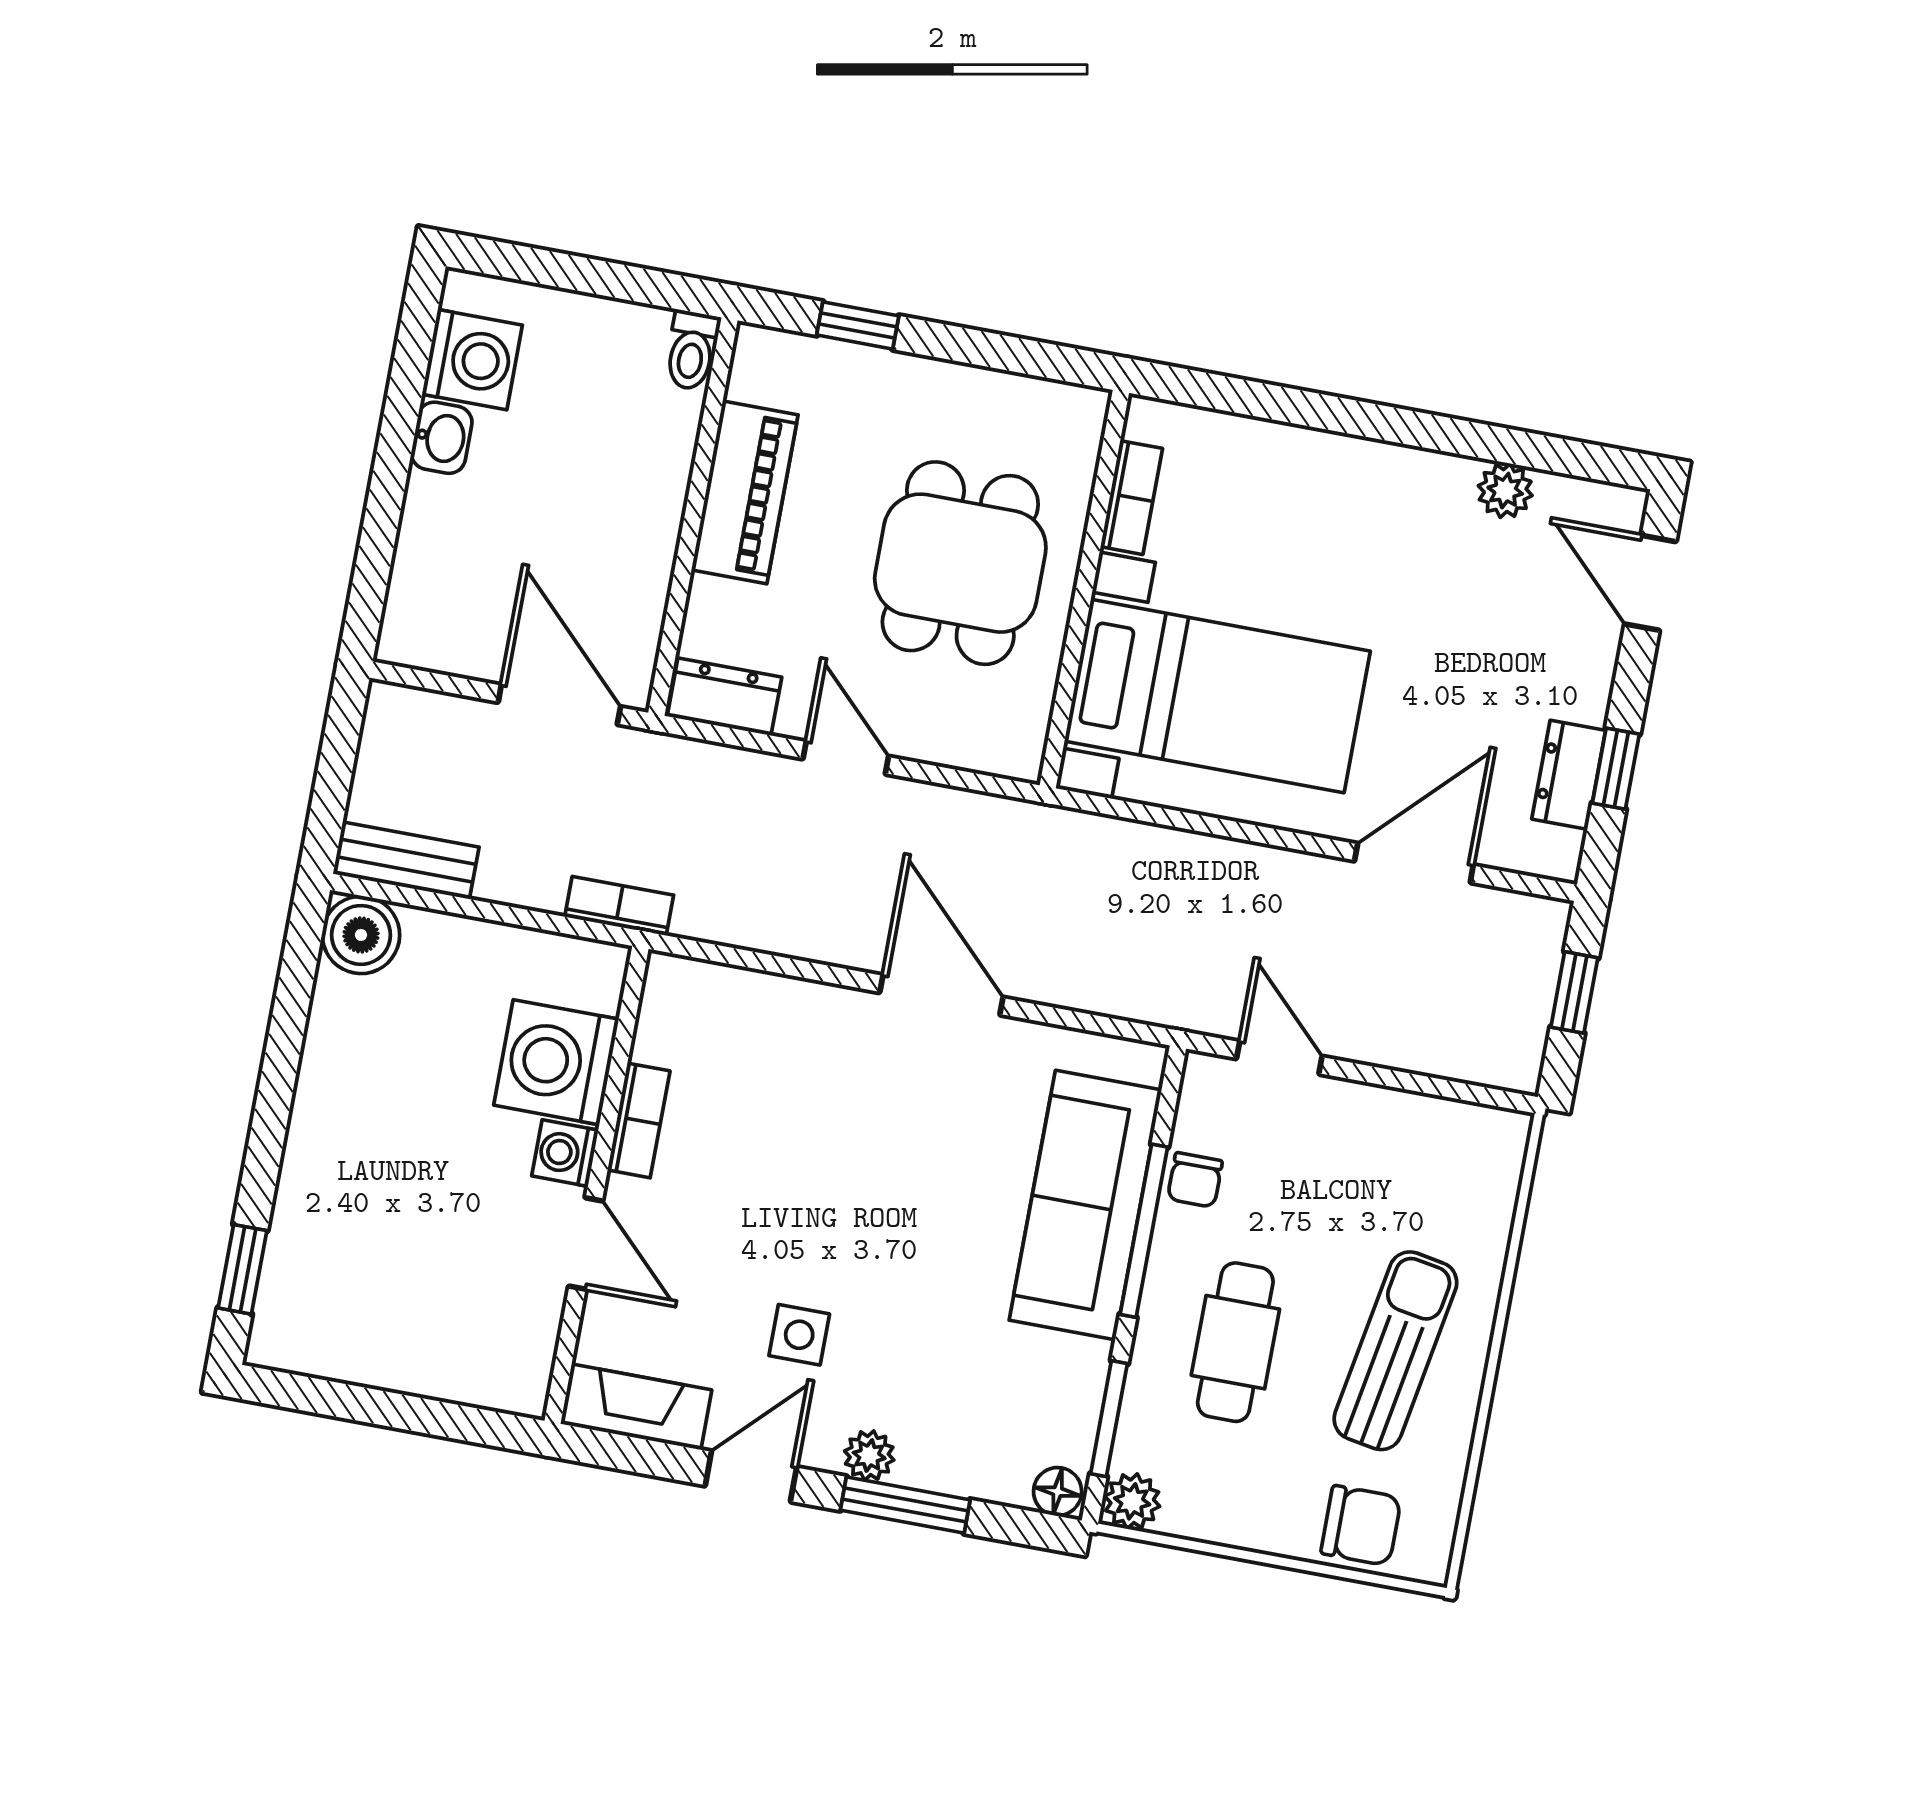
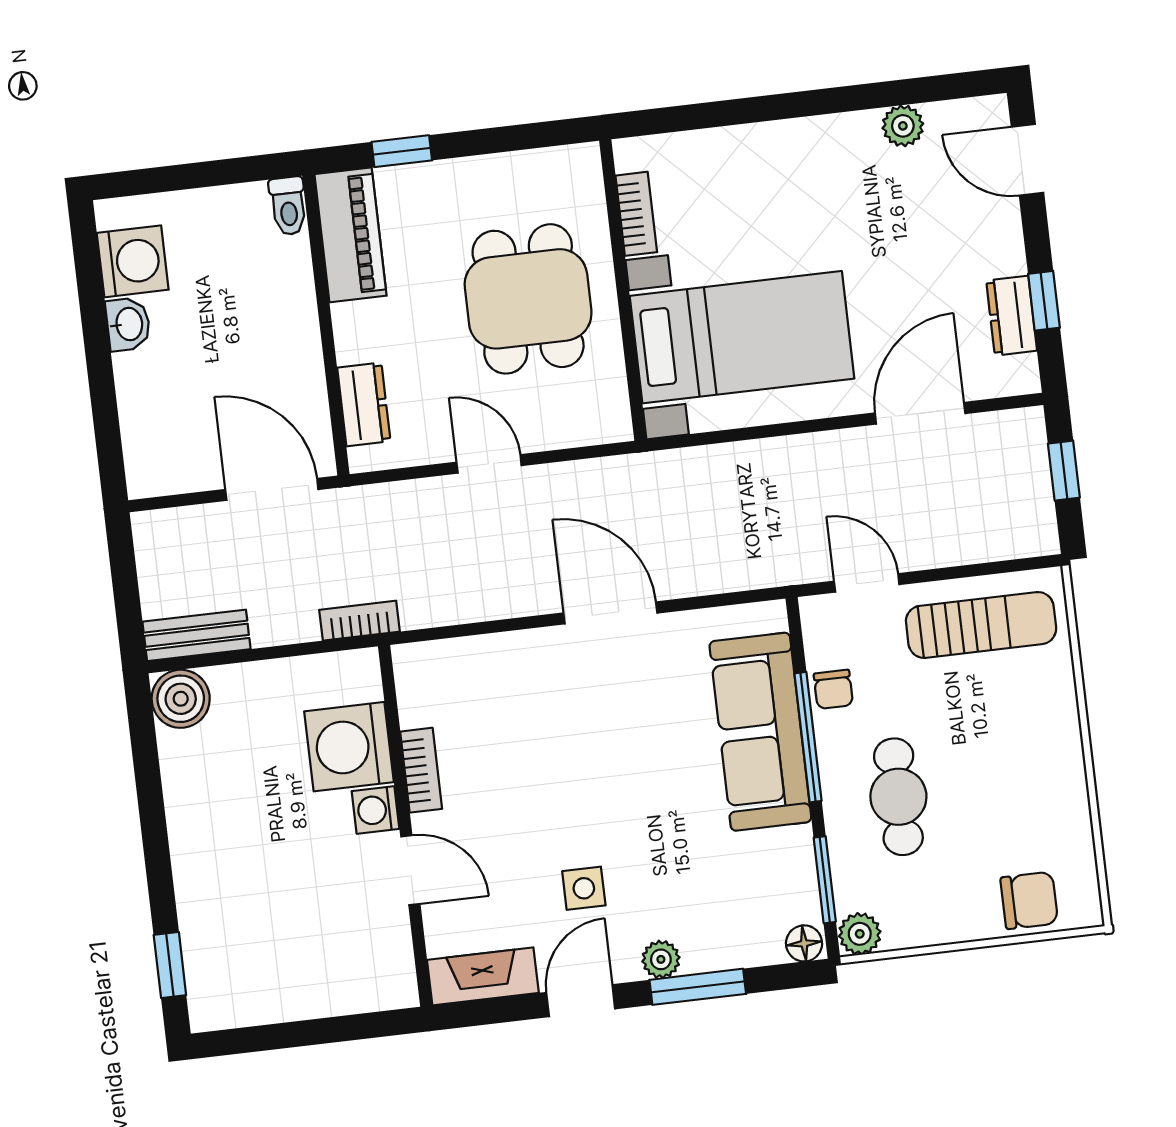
piano: (745, 492) -> (351, 235), moved
dresser: (724, 697) -> (364, 404), moved, turned 90
sun lounger: (1395, 1351) -> (981, 625), moved, turned 80

